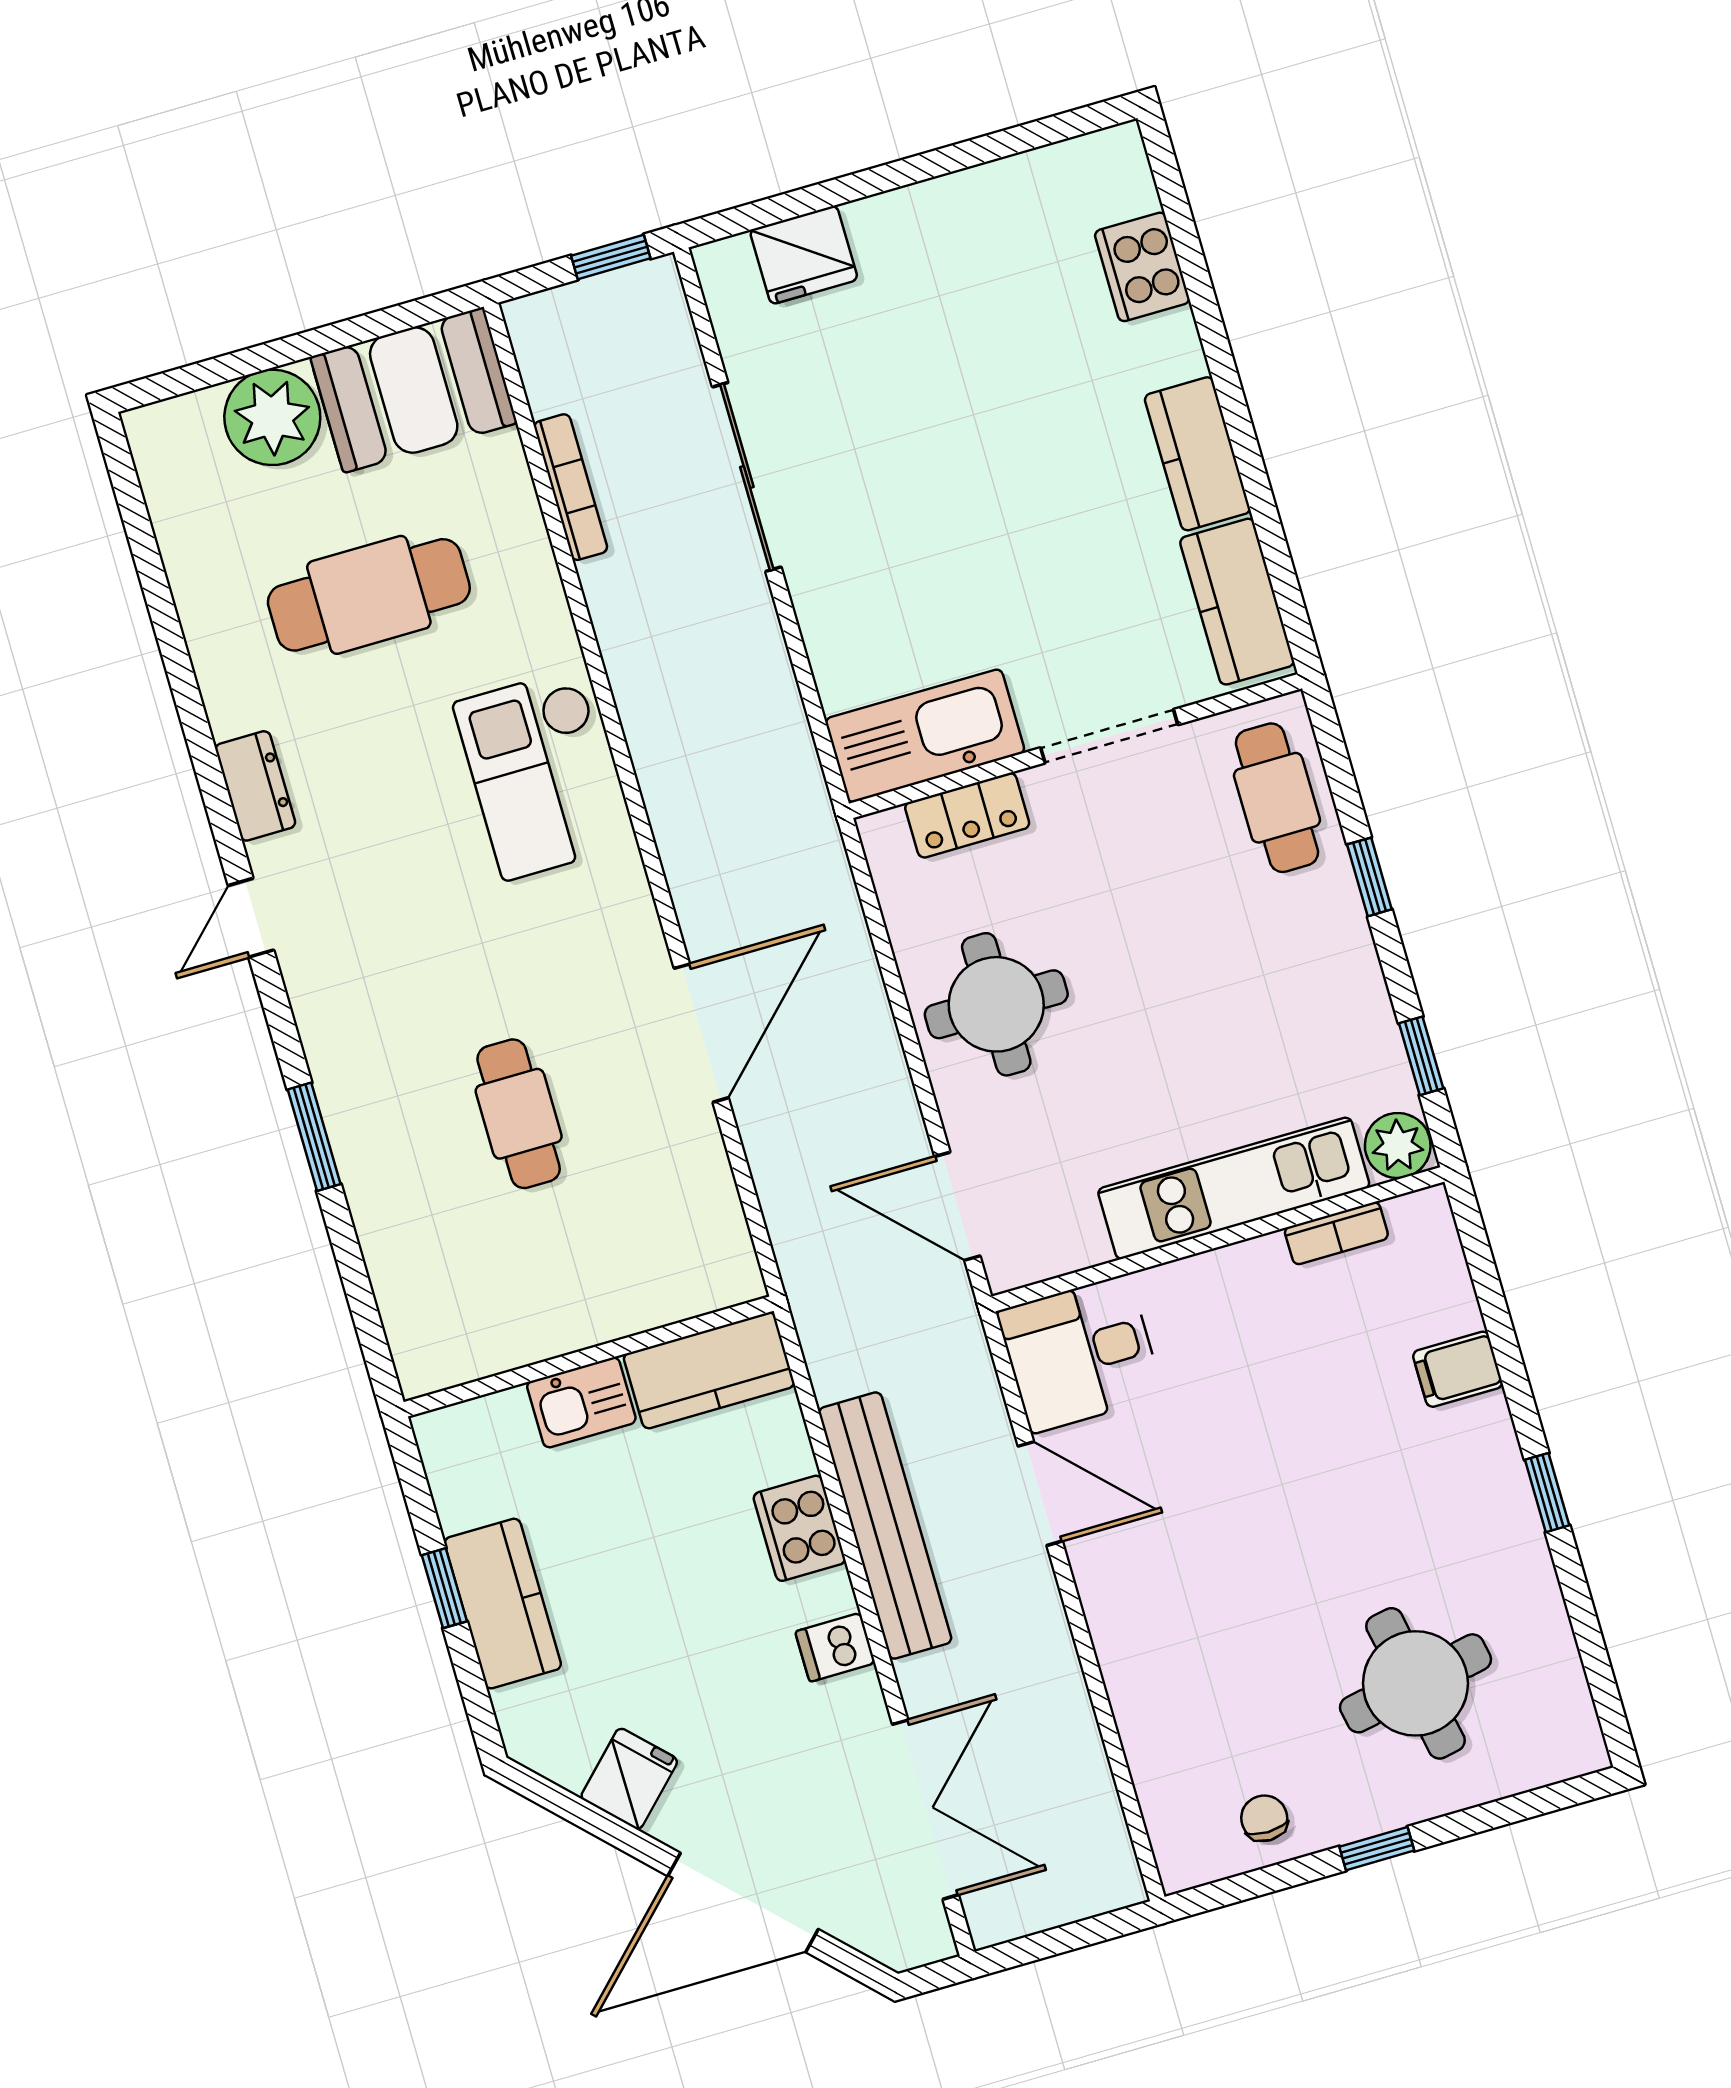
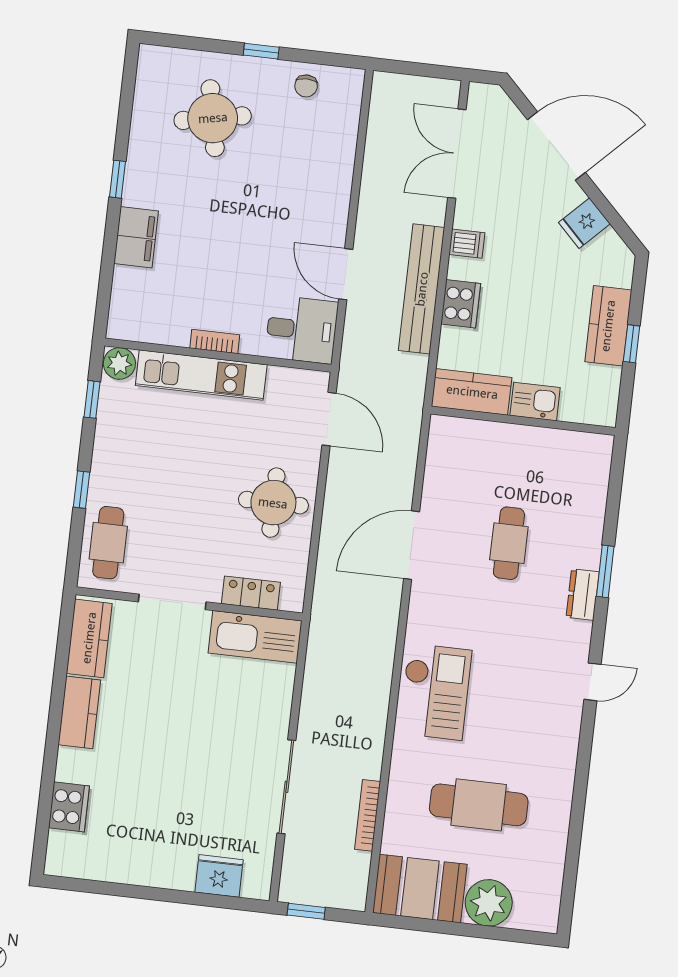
dresser: (255, 786) -> (583, 595), moved
bookcase: (1336, 1233) -> (215, 341), moved
filing cabinet: (1458, 1369) -> (136, 237), width x2.00

